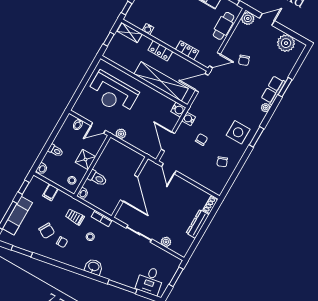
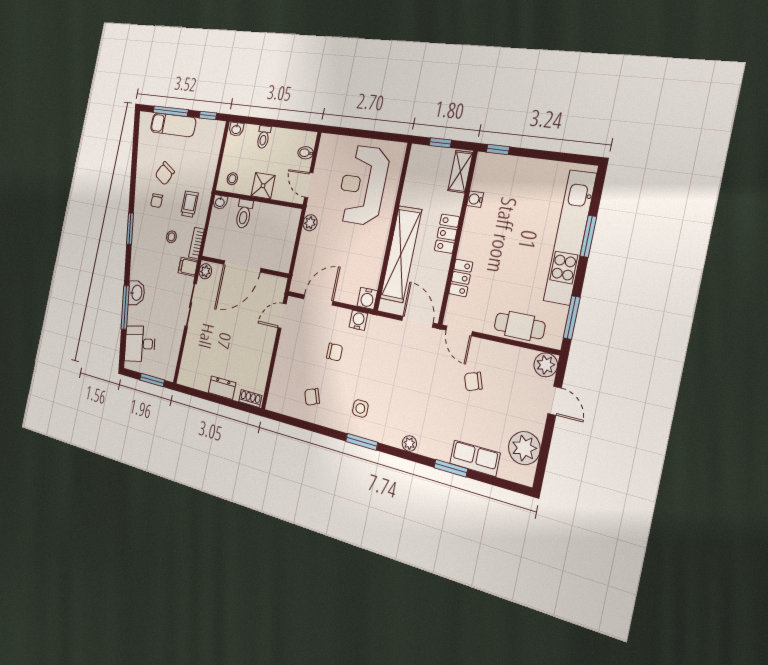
row of seats: (273, 90) -> (475, 458), moved
side table: (238, 132) -> (360, 408), width x0.54, depth x0.54
filing cabinet: (50, 192) -> (188, 267), moved
dresser: (198, 224) -> (222, 388), width x0.70
plant: (166, 242) -> (205, 271), moved
window: (22, 251) -> (130, 229), moved
washbasin: (94, 267) -> (136, 293), moved

